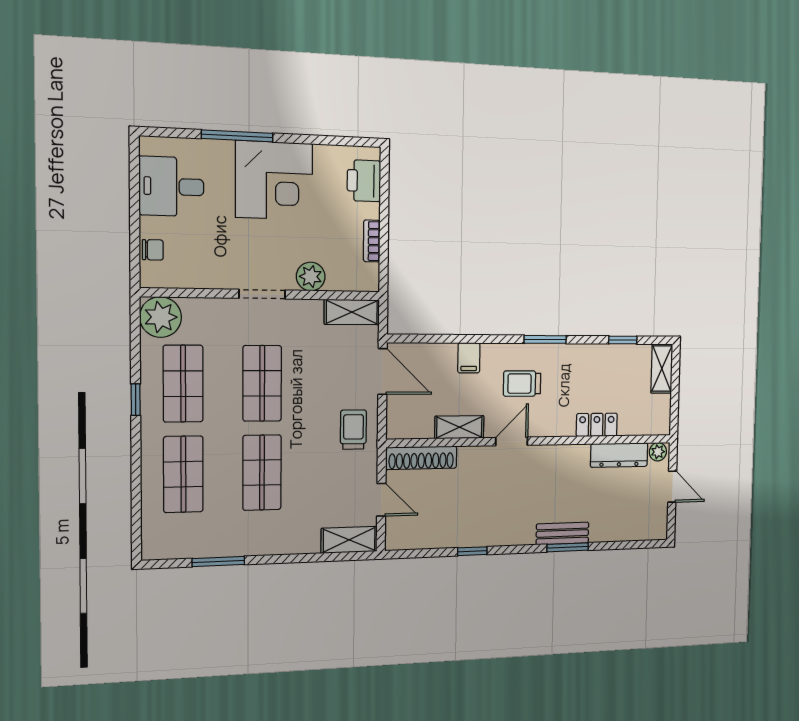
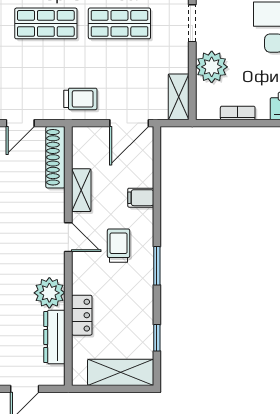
plant: (311, 277) -> (212, 67), width x1.36, depth x1.36
shelving: (662, 369) -> (121, 372), width x1.50, depth x1.33
plant: (658, 452) -> (49, 293), moved, width x1.88, depth x1.88

